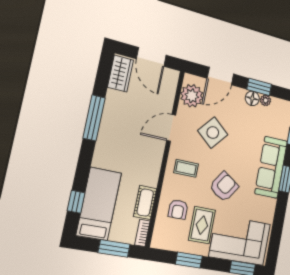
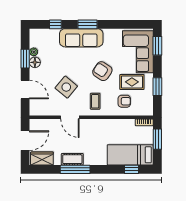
plant: (192, 96) -> (44, 107), removed
cot: (145, 203) -> (72, 159), moved

